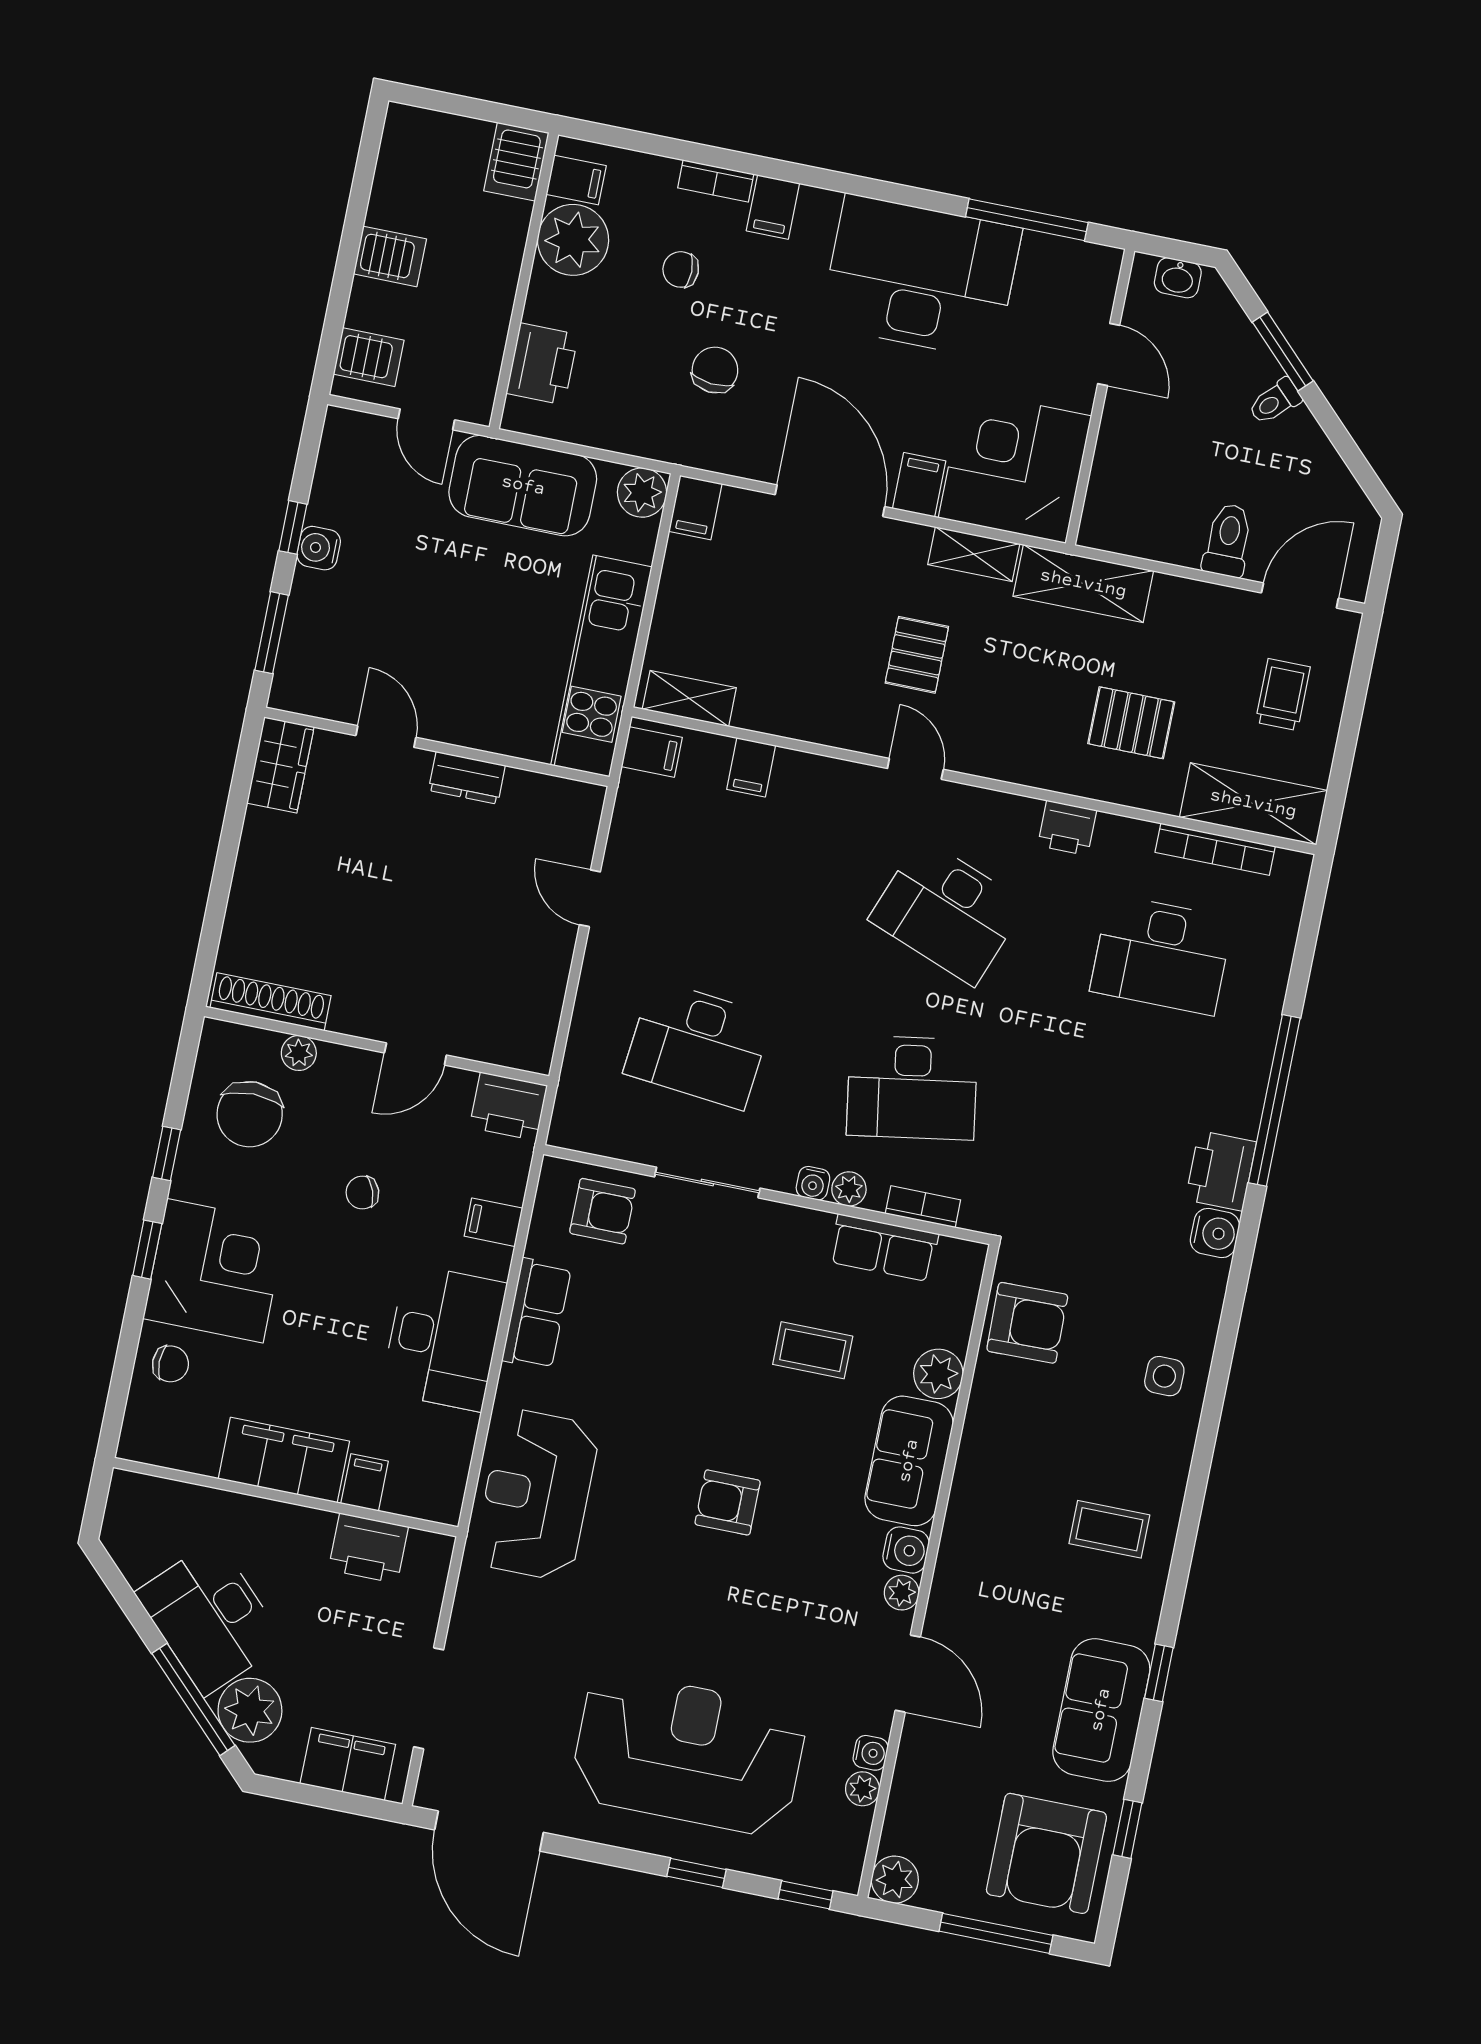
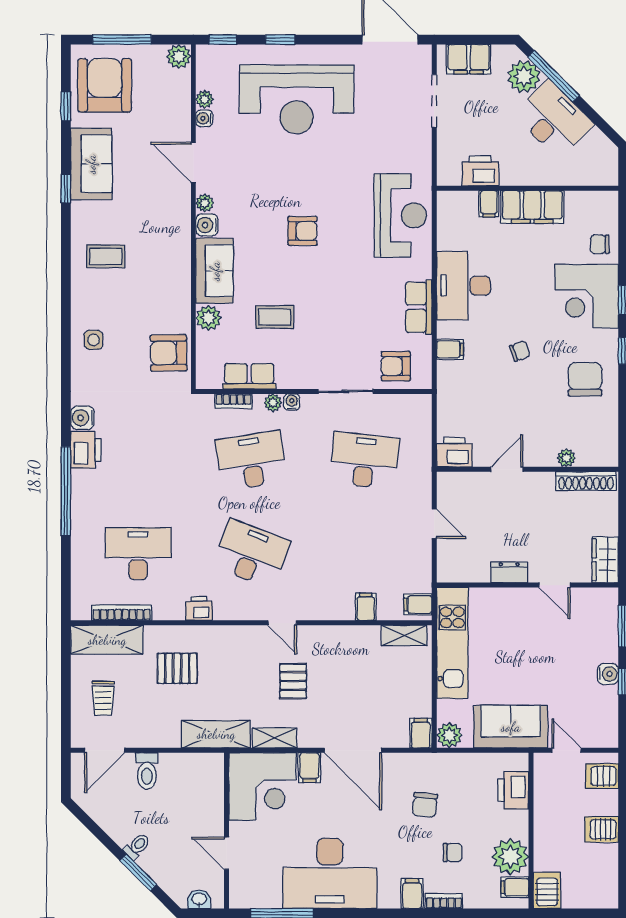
shoe rack: (271, 1002) -> (586, 481), moved
wall: (377, 1046) -> (528, 469), moved
plant: (299, 1053) -> (566, 458), moved
door: (415, 1054) -> (507, 469), moved
printer: (508, 1106) -> (454, 452), moved

